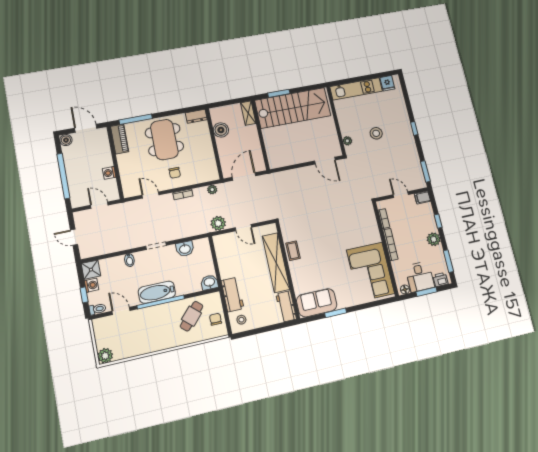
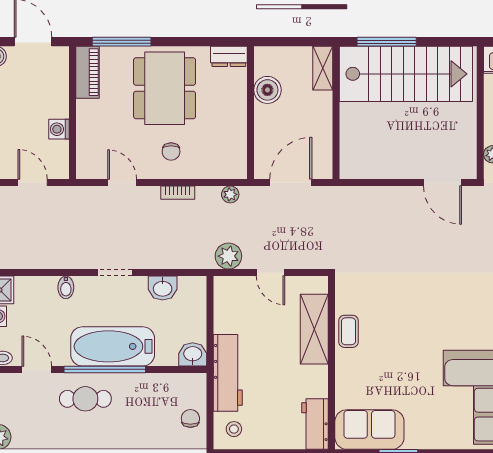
window: (279, 93) -> (387, 42), width x1.44
shelving: (276, 263) -> (314, 329), width x0.68
bathtub: (157, 292) -> (113, 346), width x1.36, depth x1.36
workbench: (233, 294) -> (228, 373), width x1.38
cafe table: (192, 316) -> (85, 399), moved, turned 48

